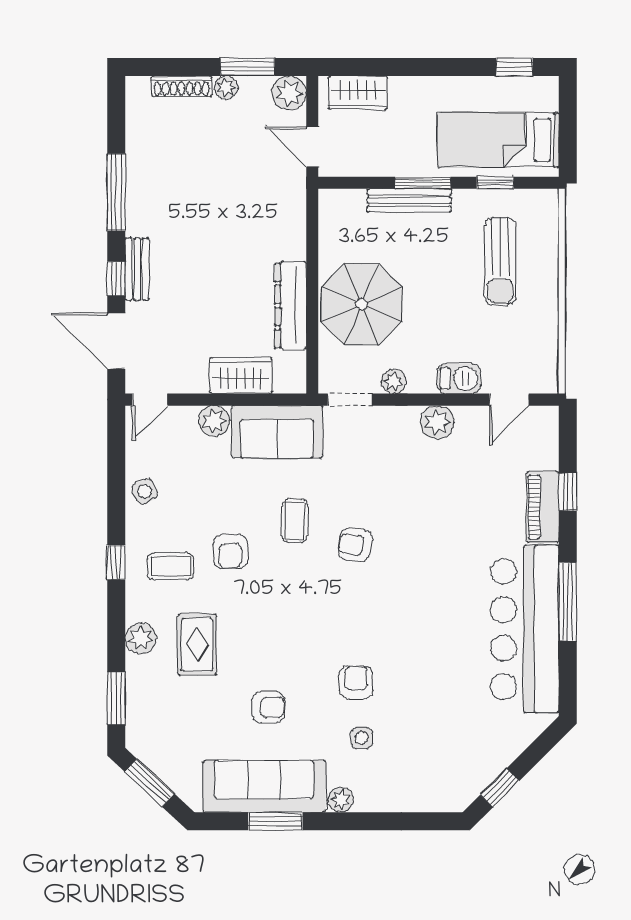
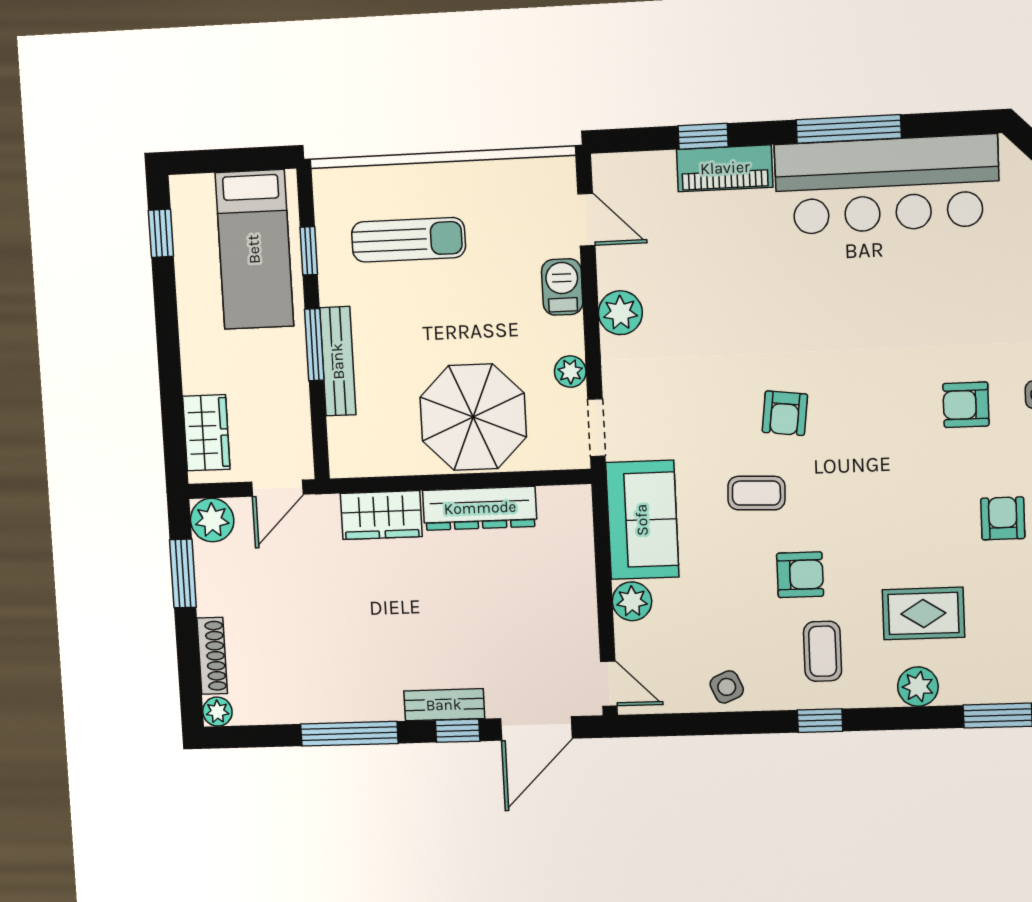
plant: (226, 88) -> (217, 712), moved
wardrobe: (241, 375) -> (381, 515), moved, turned -90

